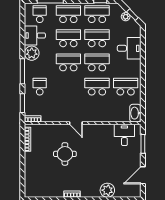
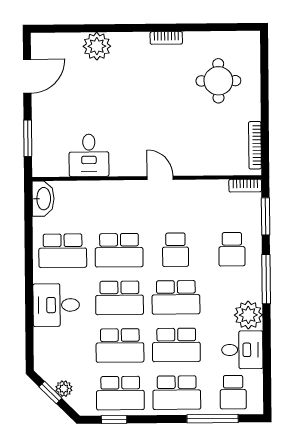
desk: (129, 48) -> (56, 305), moved
school desk: (68, 87) -> (175, 250), added
desk: (124, 135) -> (89, 155), moved
round table: (65, 154) -> (218, 81), moved

